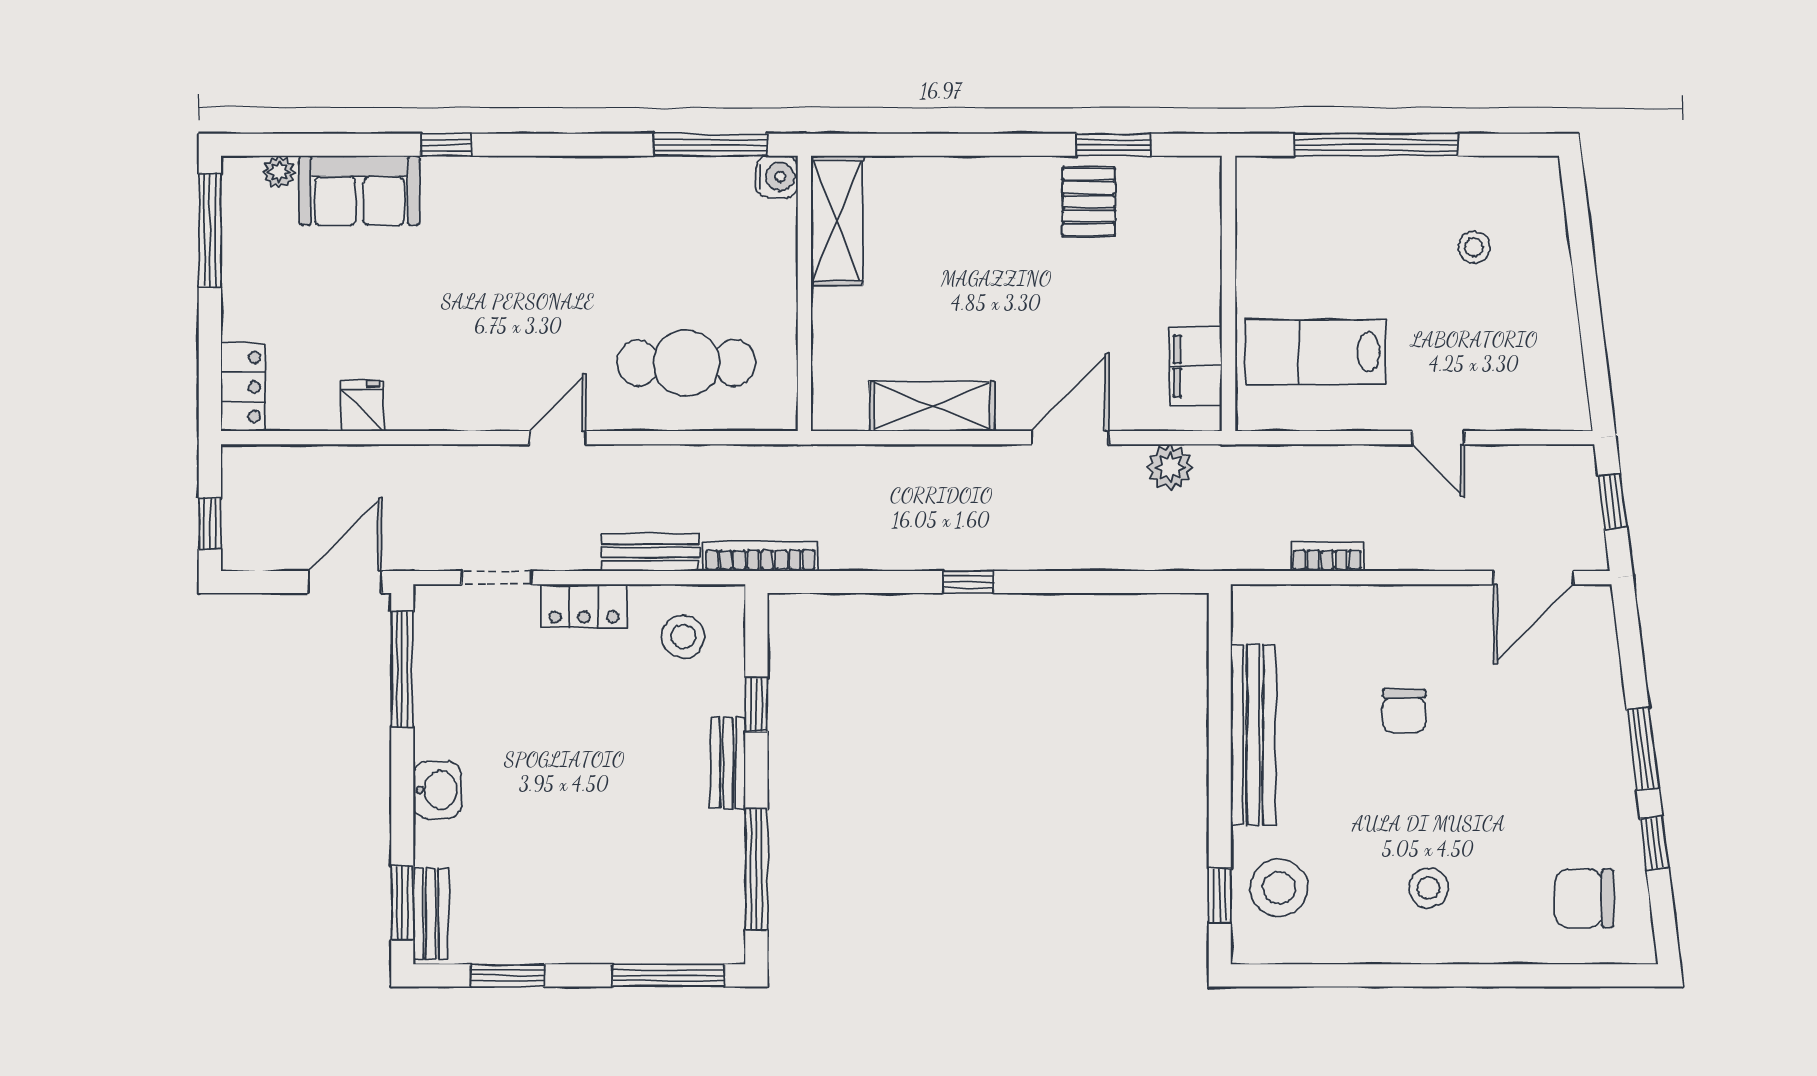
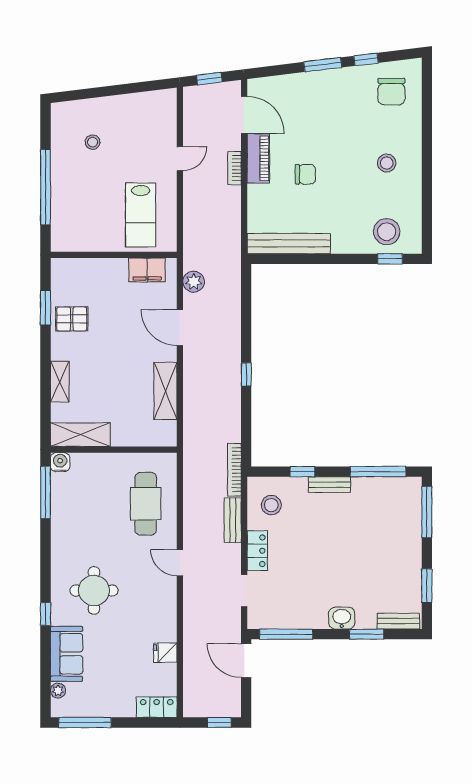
shelving: (952, 176) -> (60, 382), added
round table: (497, 250) -> (94, 590), added
bookcase: (1327, 556) -> (235, 168), moved
piano: (1439, 608) -> (258, 158), added
bench: (1253, 735) -> (289, 244), moved
window: (402, 903) -> (367, 634), moved

